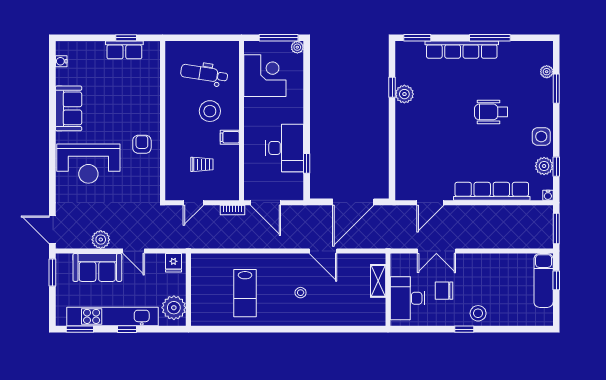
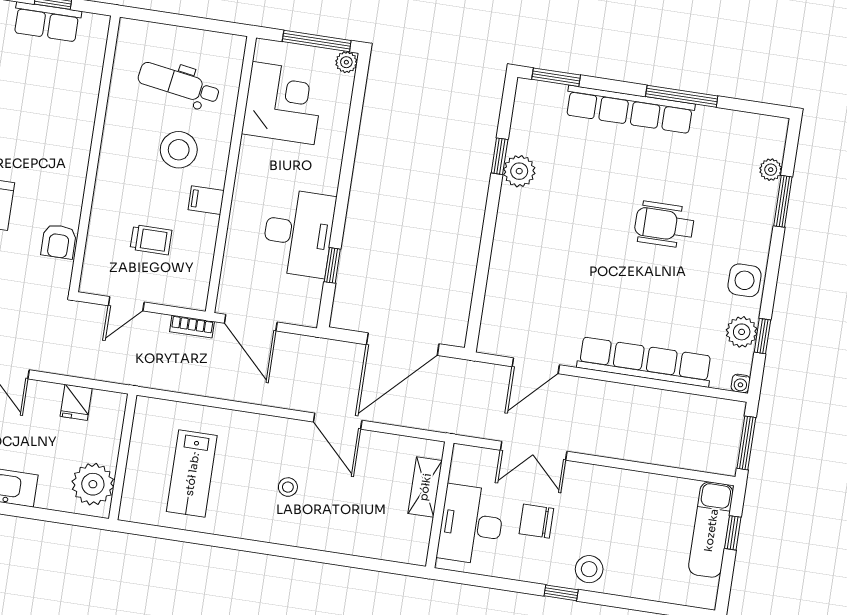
armchair: (142, 144) -> (59, 241), moved, turned 180
wall: (188, 290) -> (123, 457), moved
plant: (174, 308) -> (93, 484), moved

